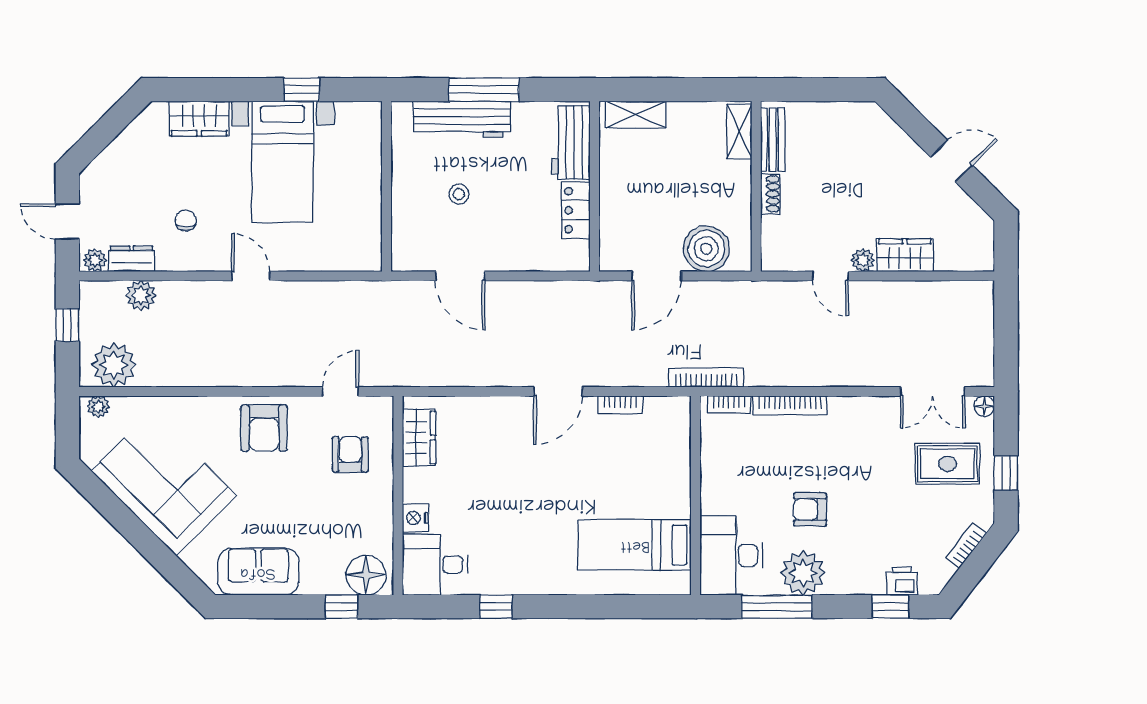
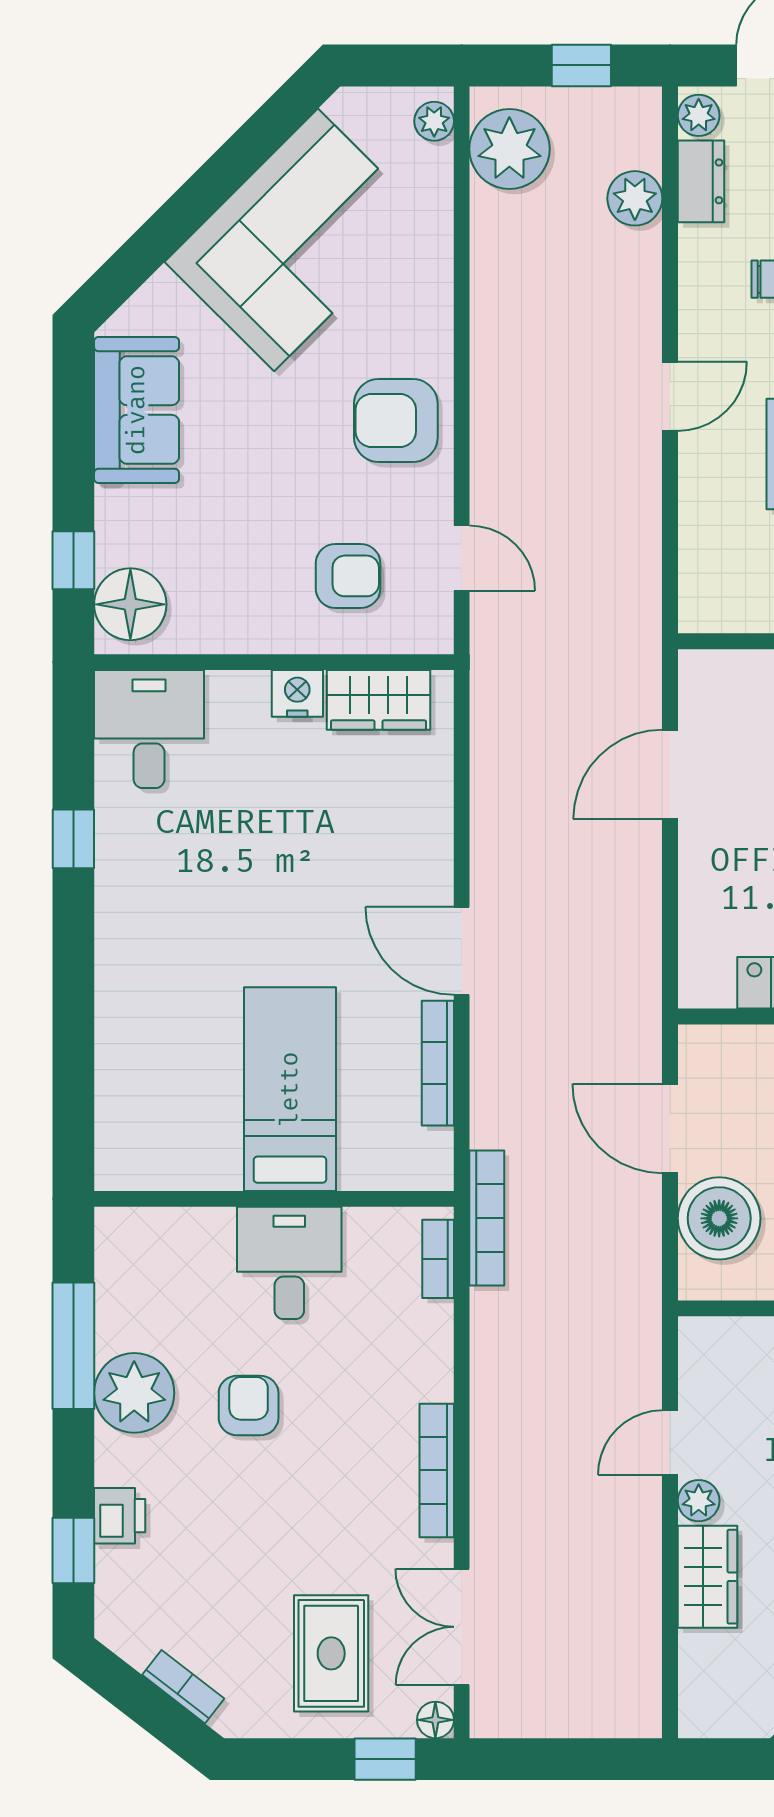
bookcase: (620, 405) -> (438, 1063), width x1.56
bookcase: (790, 405) -> (437, 1470), moved
window: (1006, 473) -> (385, 1759), moved
nightstand: (415, 518) -> (297, 693), moved
bed: (635, 545) -> (290, 1089), moved
desk: (731, 555) -> (289, 1263), moved, width x0.73
printer: (902, 581) -> (120, 1516), moved

